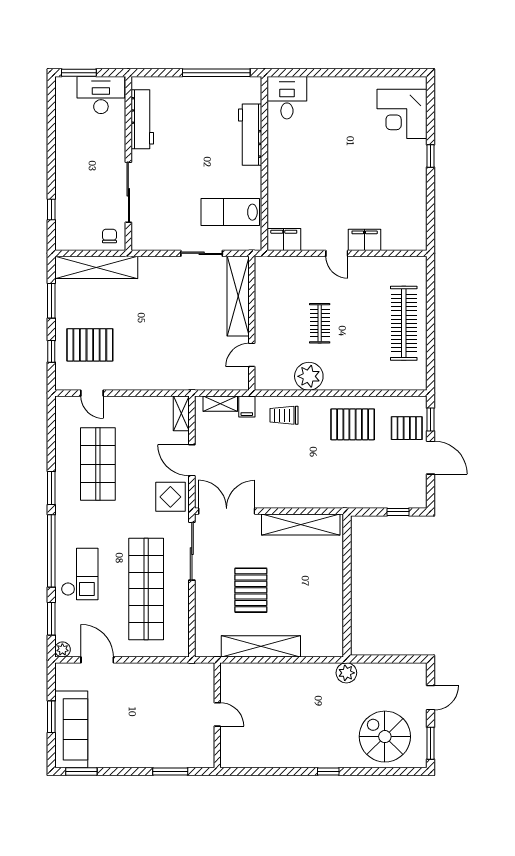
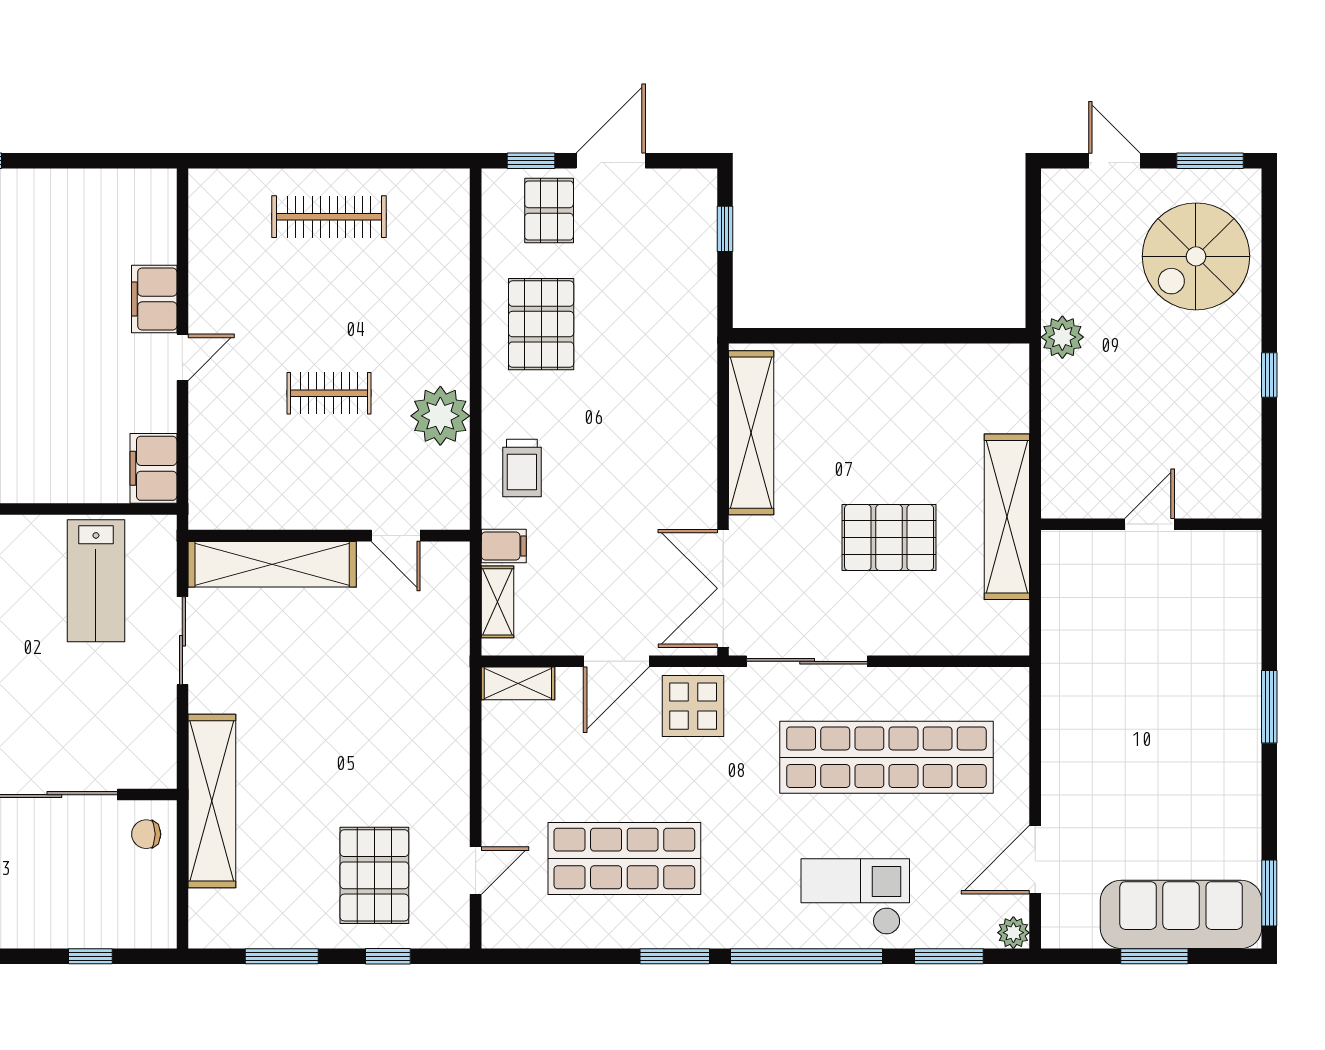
shelving: (96, 267) -> (212, 801), moved
clothes rail: (404, 323) -> (329, 217), width x0.73, depth x0.76
door: (217, 714) -> (1149, 524), moved
wall: (217, 715) -> (1151, 524), moved

